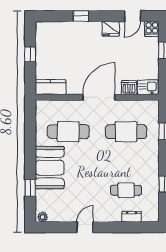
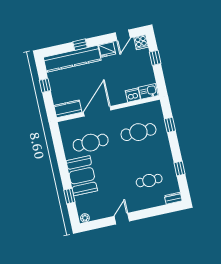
kitchen counter: (68, 30) -> (72, 59), added
door: (99, 97) -> (97, 111), moved
dresser: (131, 217) -> (173, 198), moved

